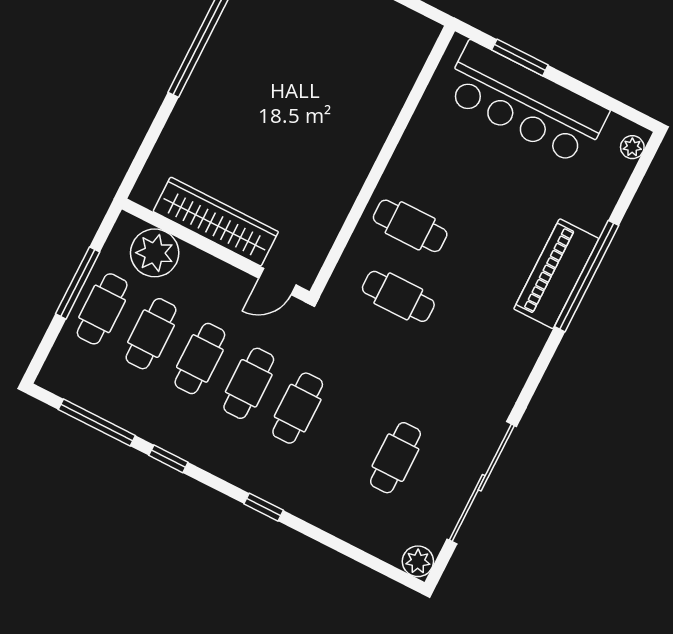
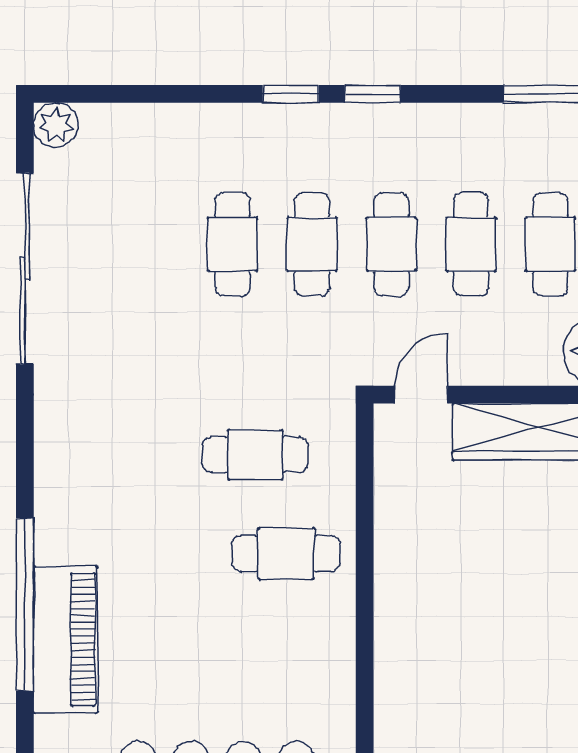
piano: (556, 274) -> (66, 640), moved
cafe table: (395, 458) -> (232, 244), moved
window: (168, 459) -> (373, 94), moved

